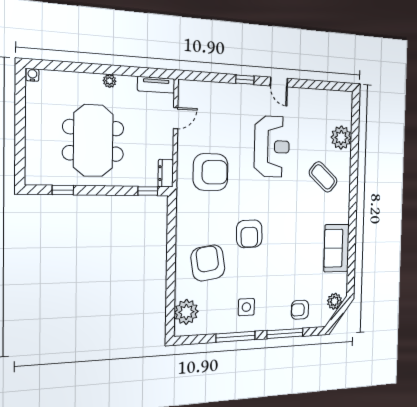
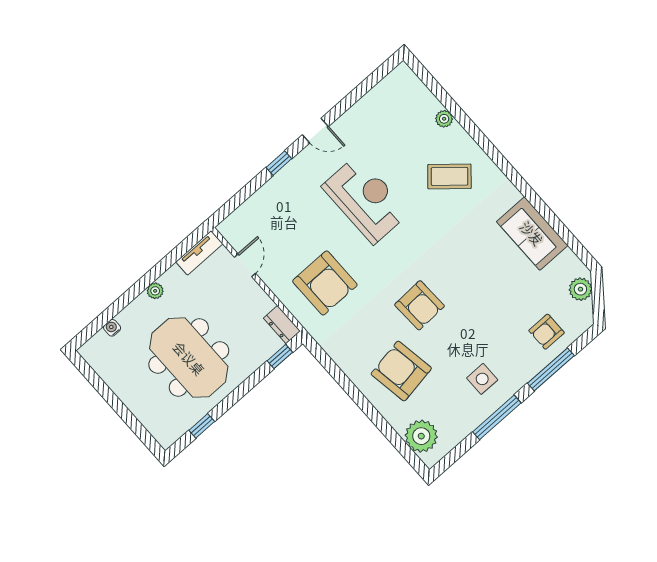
water cooler: (32, 75) -> (112, 328), moved
plant: (341, 138) -> (444, 119), width x0.53, depth x0.53
armchair: (211, 172) -> (325, 283), turned 90

